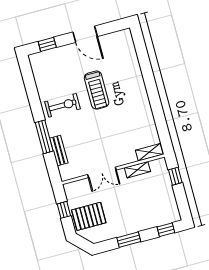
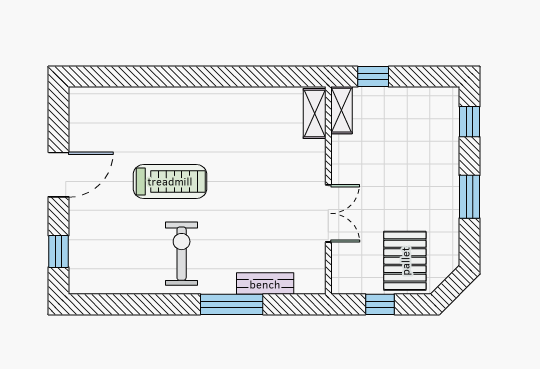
shelving: (137, 170) -> (341, 110), moved

